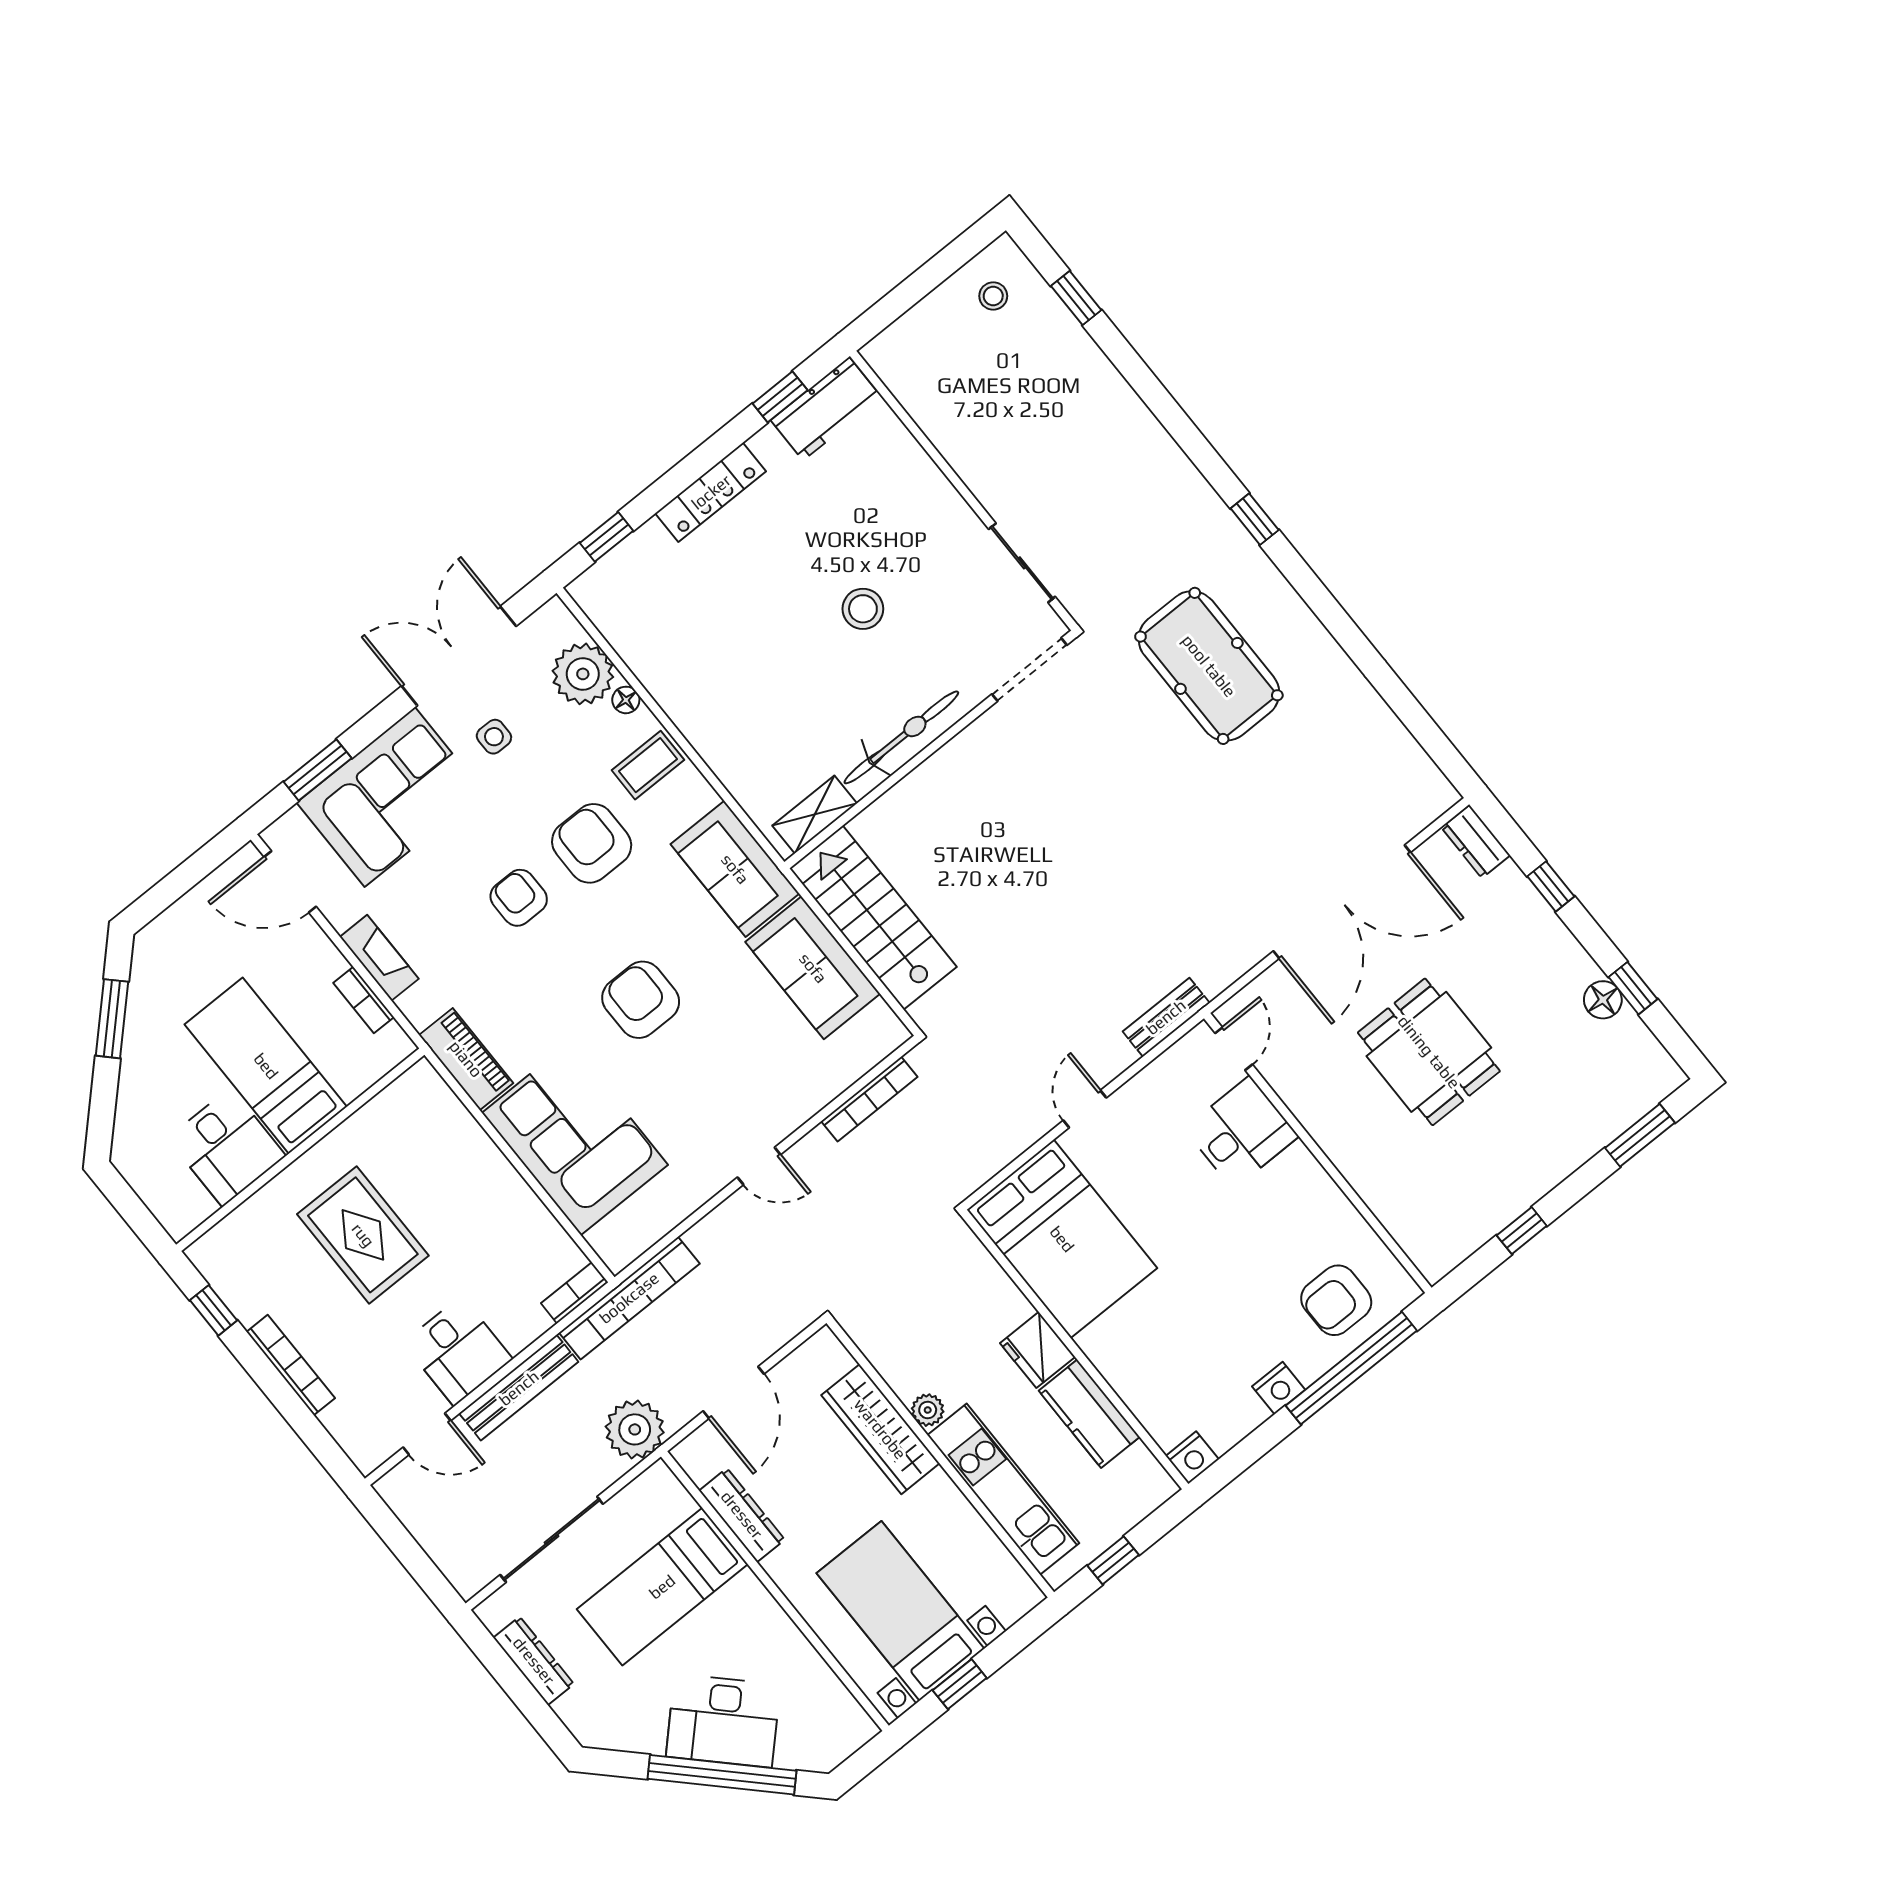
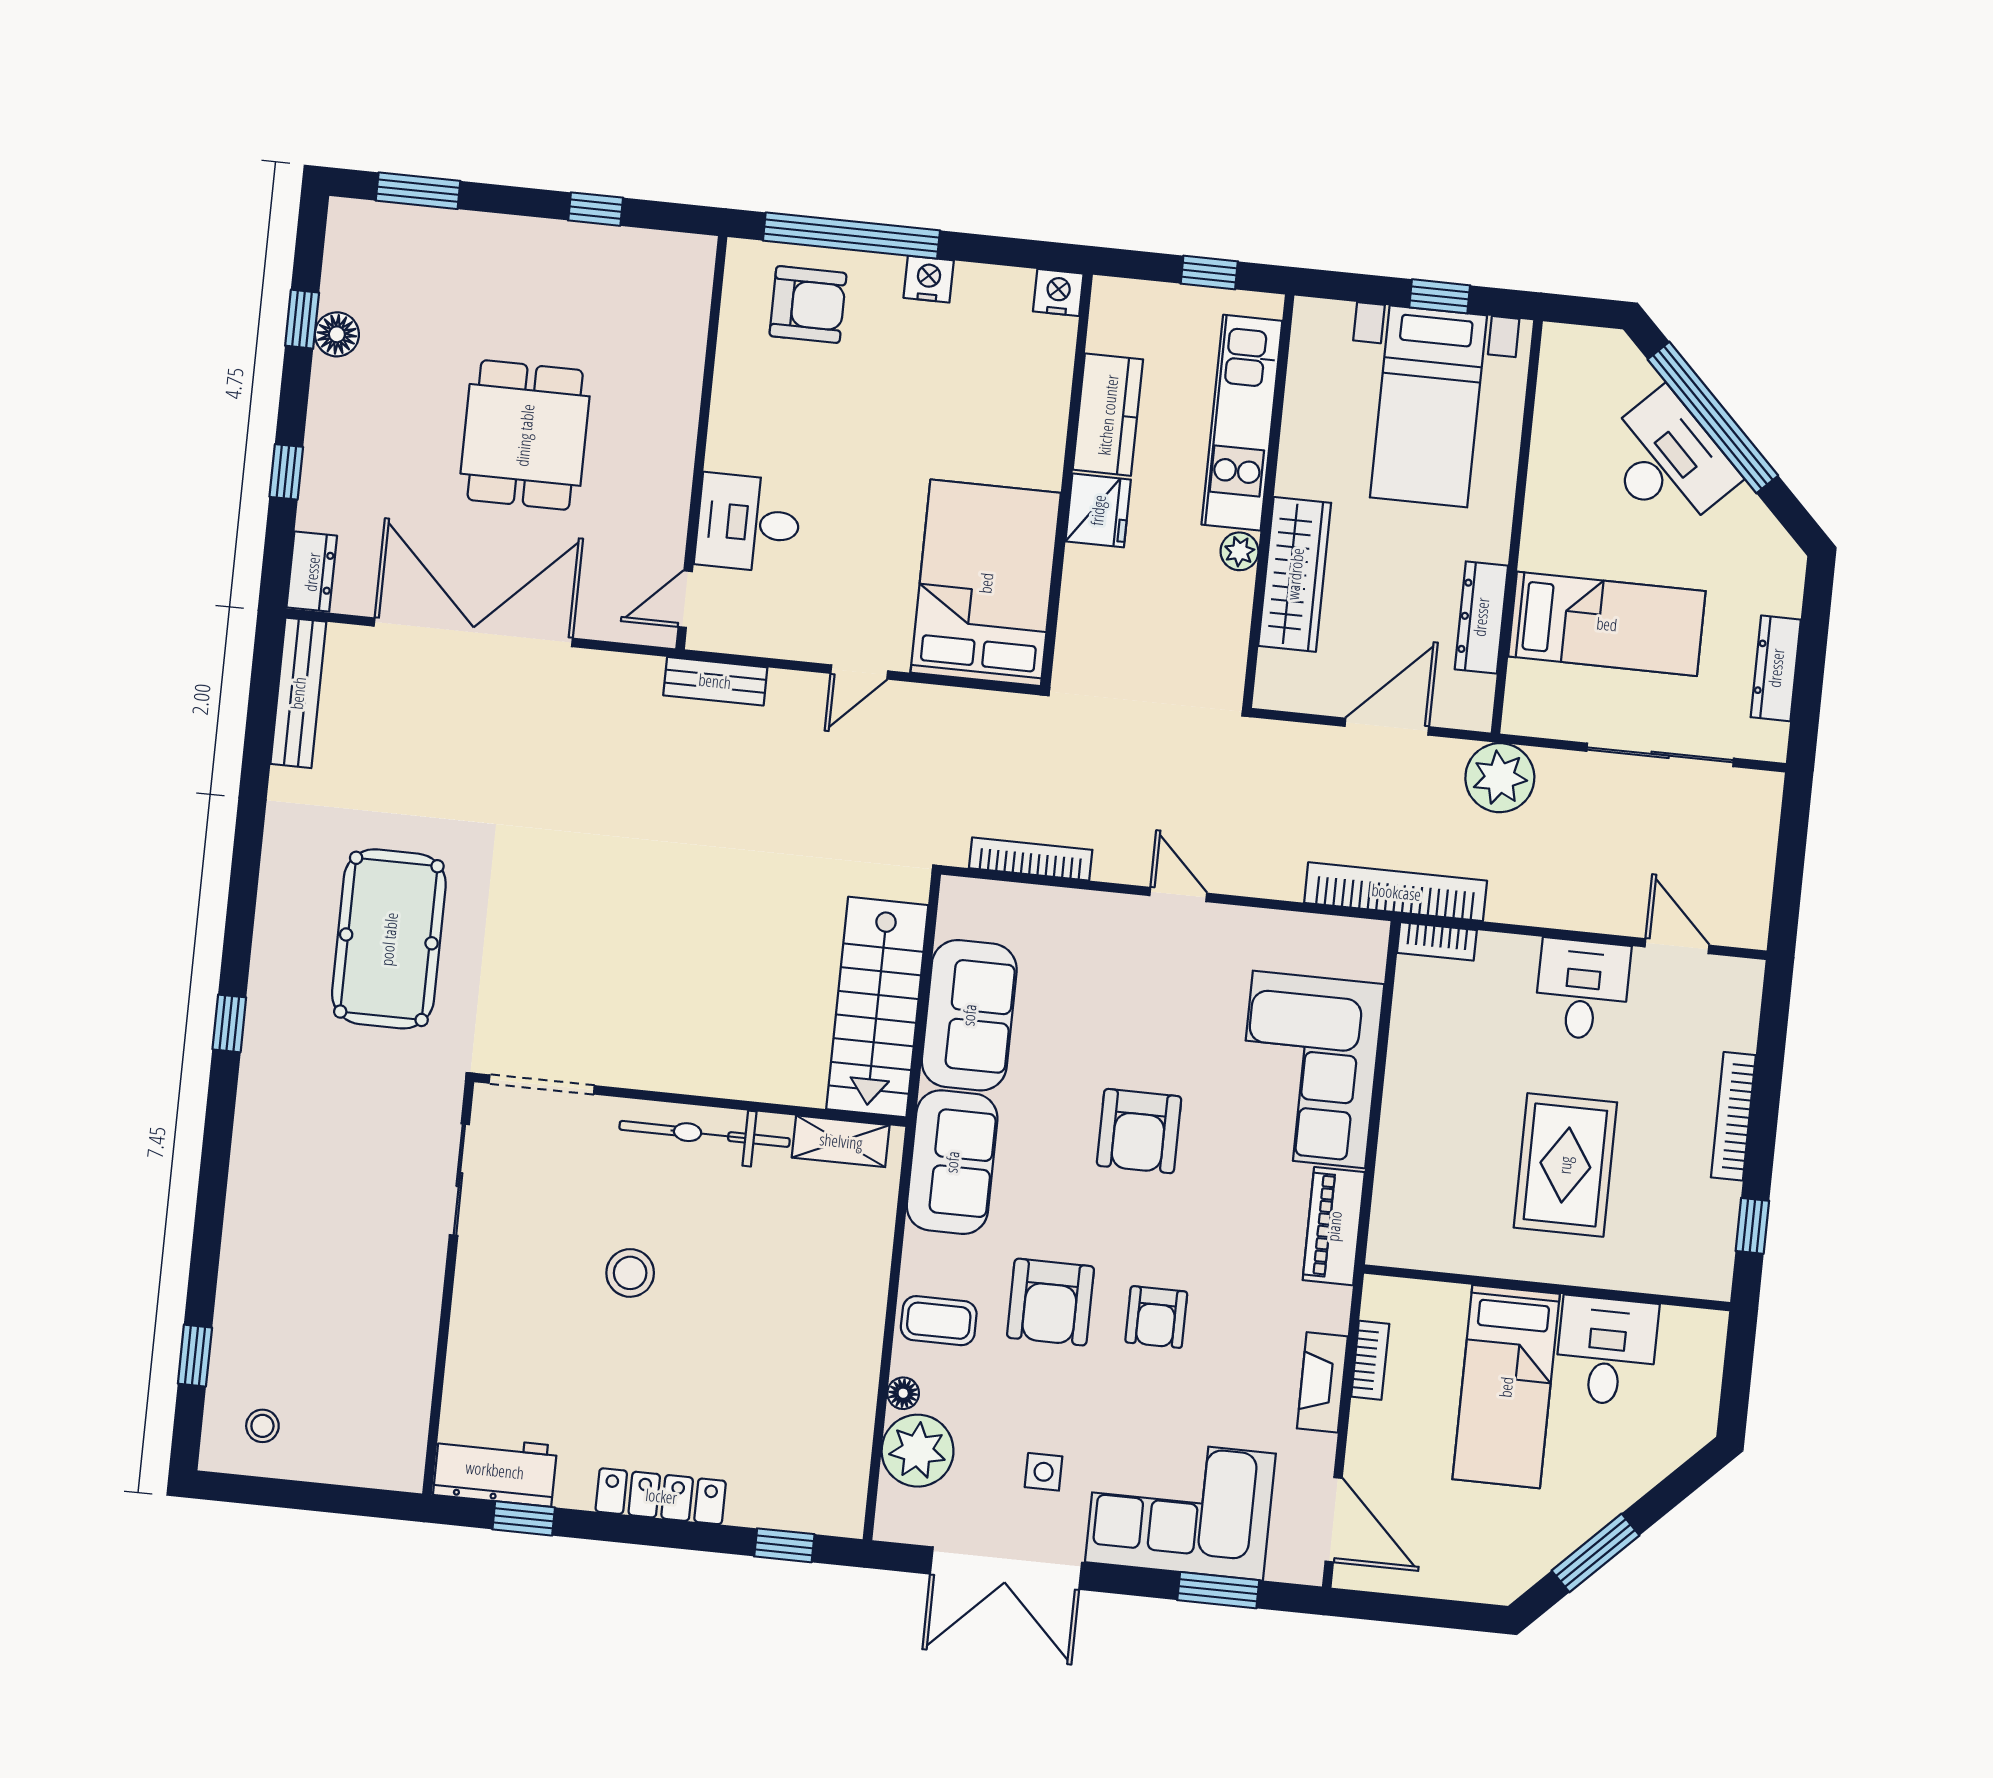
bench: (519, 1388) -> (298, 693), moved, turned 90

